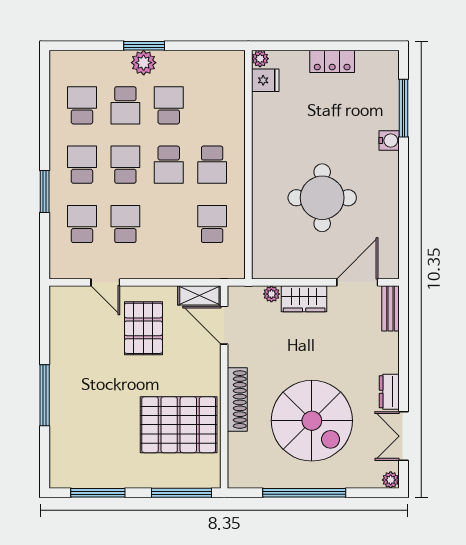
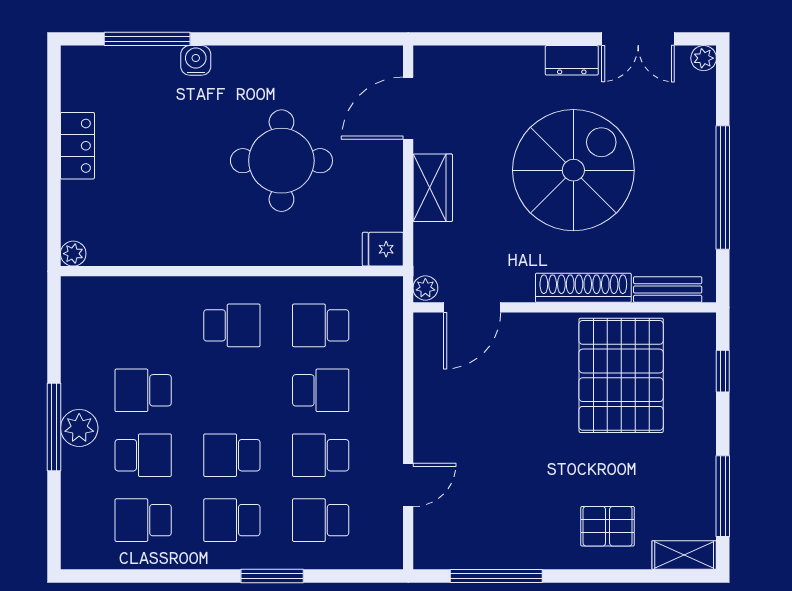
window: (144, 46) -> (54, 427), width x1.44
fridge: (265, 80) -> (383, 249), moved, turned -90
school desk: (169, 165) -> (321, 390), moved
door: (357, 282) -> (408, 108), hinge flipped
plant: (271, 294) -> (425, 288), moved
shelving: (199, 295) -> (684, 555), moved, turned 90
bench: (390, 308) -> (668, 290), moved
pallet: (143, 328) -> (608, 526), moved, width x0.67, depth x0.71
window: (45, 395) -> (496, 576), moved
spiral stairs: (312, 421) -> (573, 170), moved
window: (182, 493) -> (723, 371), width x0.46

